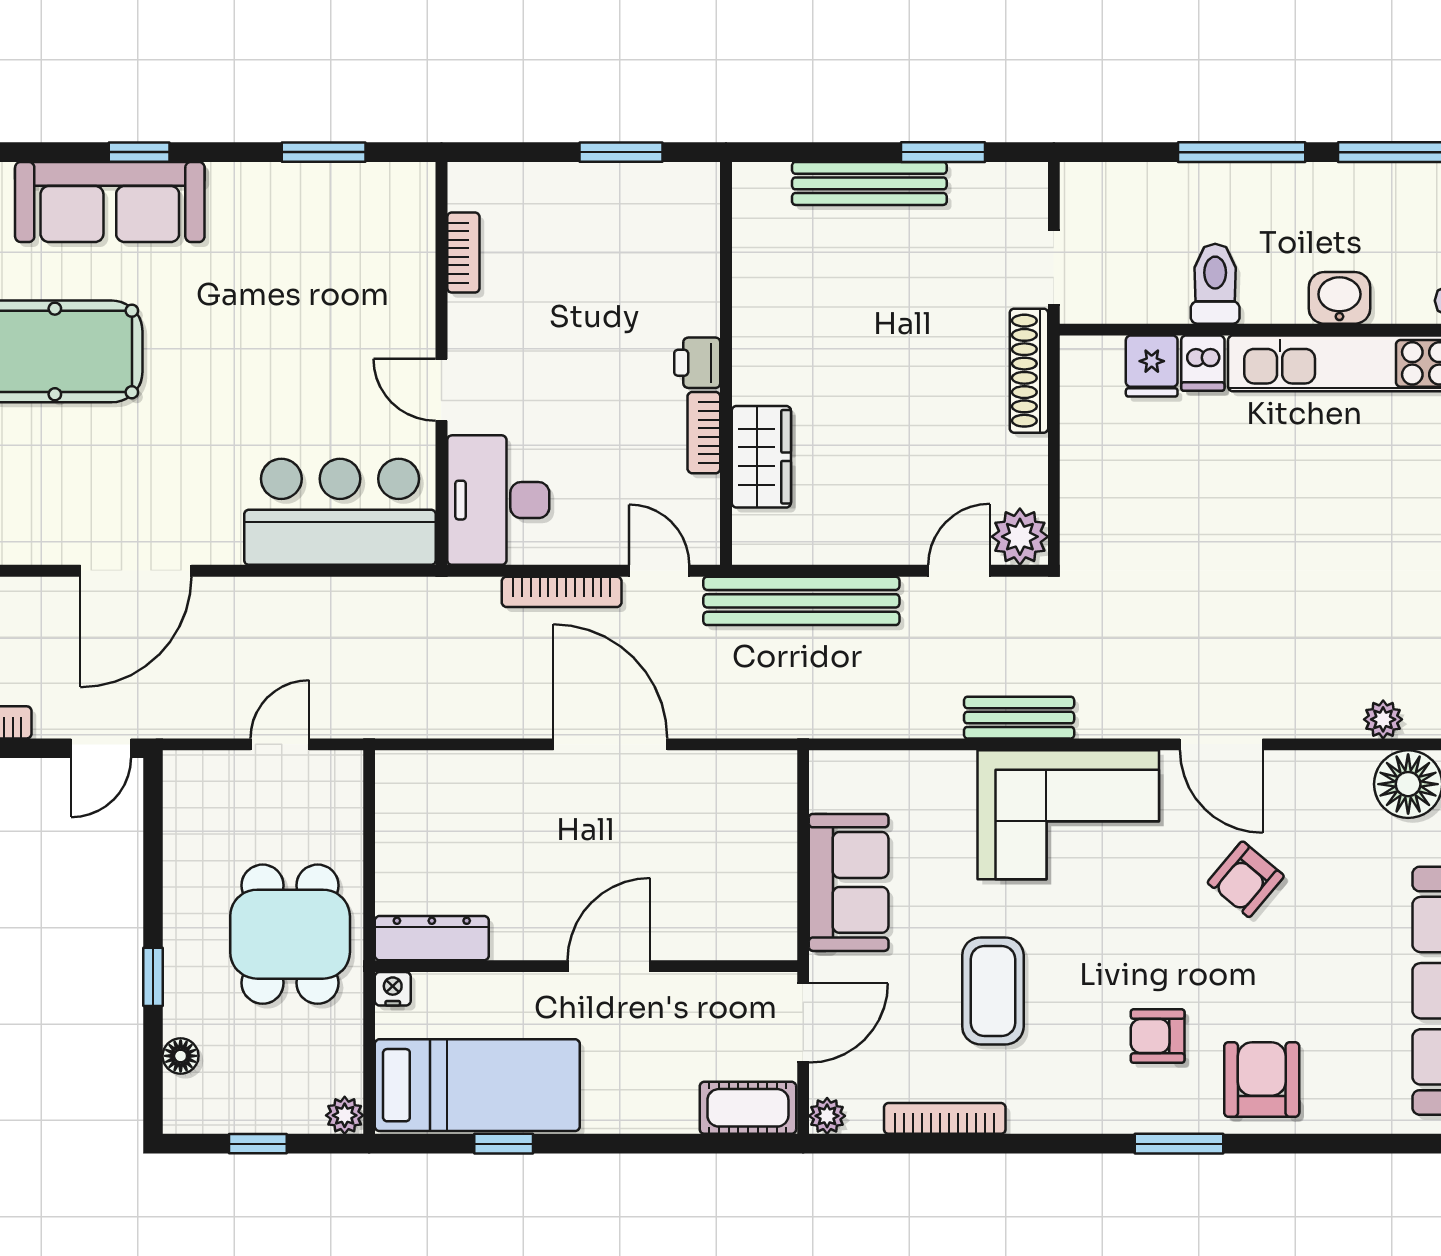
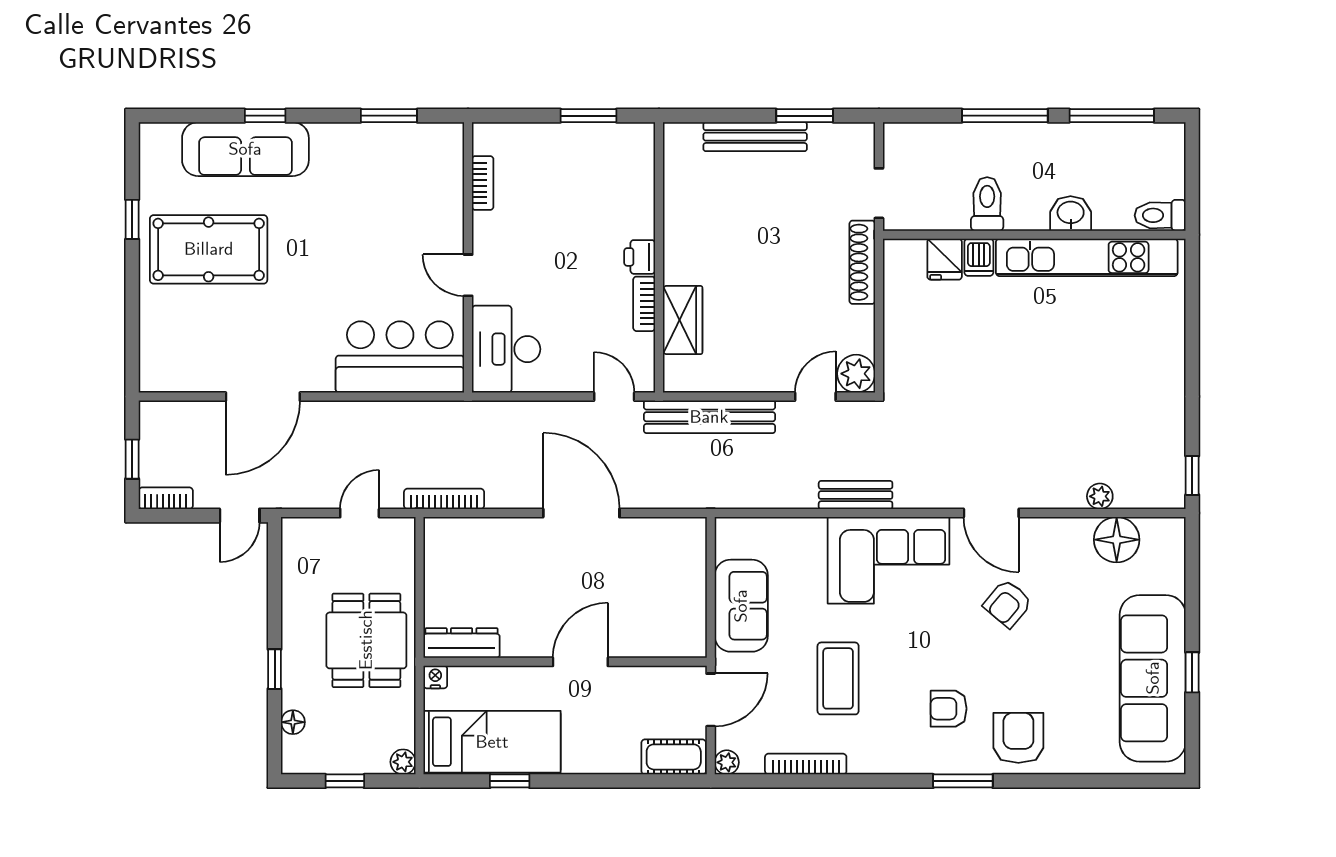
bookcase: (562, 592) -> (444, 499), moved, turned 180

